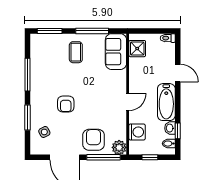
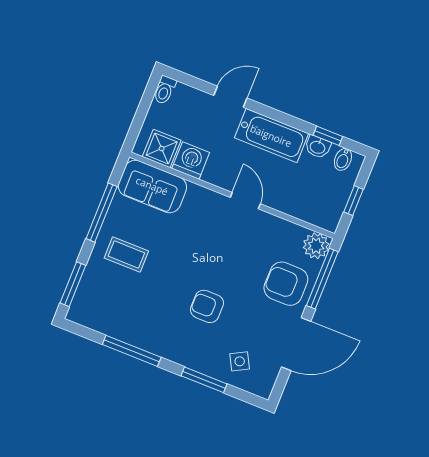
armchair: (66, 104) -> (207, 306), turned 180
washing machine: (137, 132) -> (191, 161), moved

